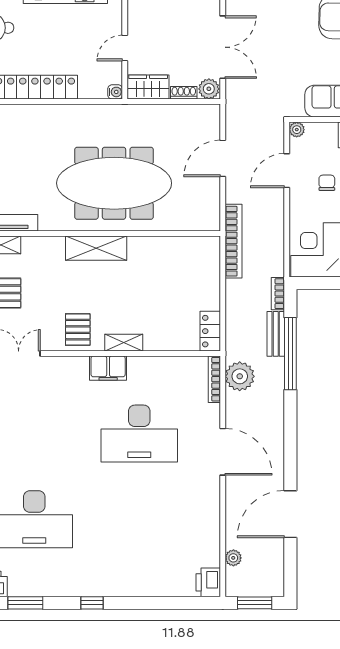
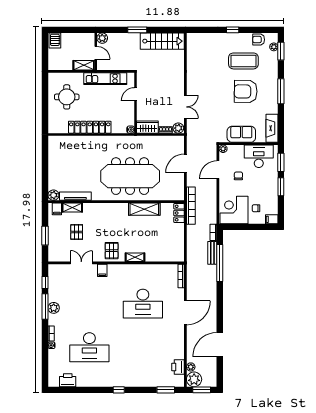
double door: (223, 47) -> (185, 107), width x0.73
door: (125, 48) -> (135, 94), moved
shelving: (96, 248) -> (144, 209), moved
locker: (210, 331) -> (179, 213), moved
filing cabinet: (108, 368) -> (102, 270), moved, width x0.50
plant: (240, 376) -> (194, 379), moved
door: (223, 452) -> (185, 313), hinge flipped
printer: (208, 582) -> (178, 367), moved
window: (25, 603) -> (166, 390), moved

